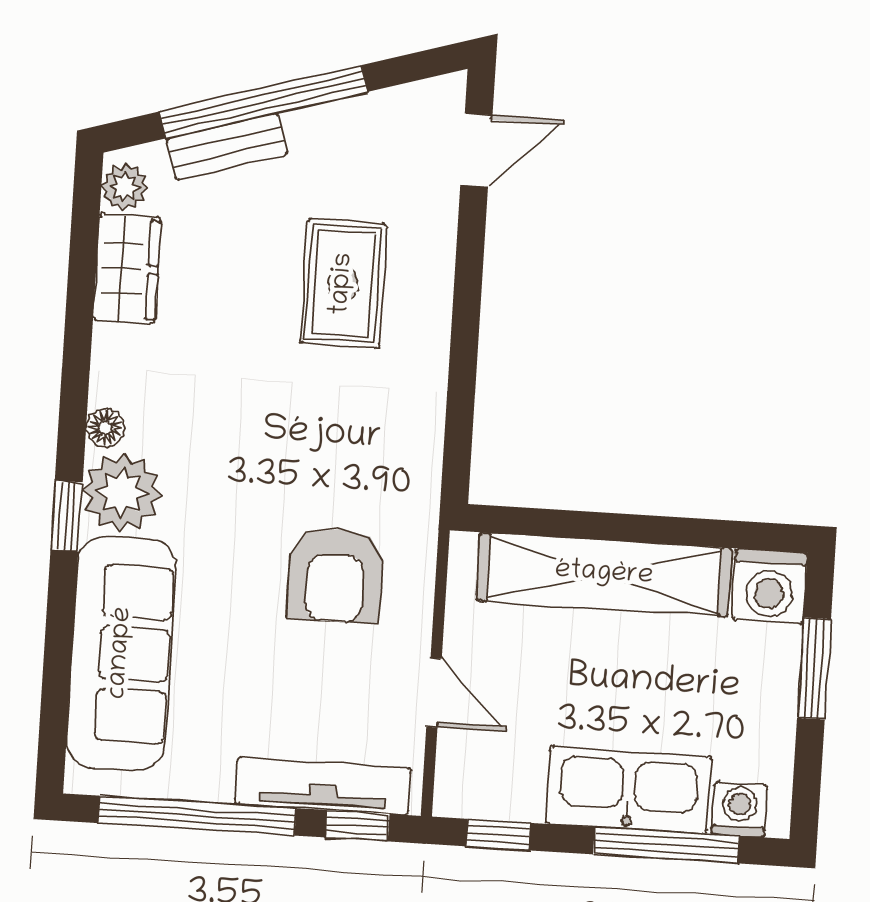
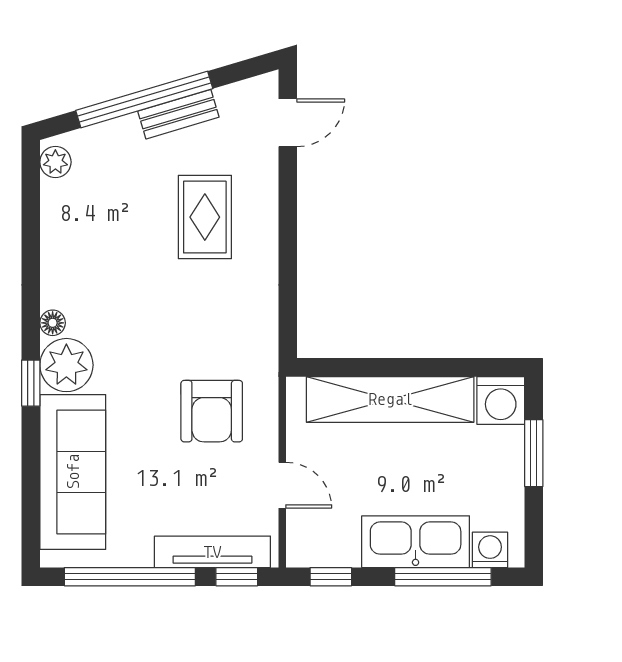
bench: (227, 147) -> (178, 114), moved
wardrobe: (127, 269) -> (61, 216), removed

